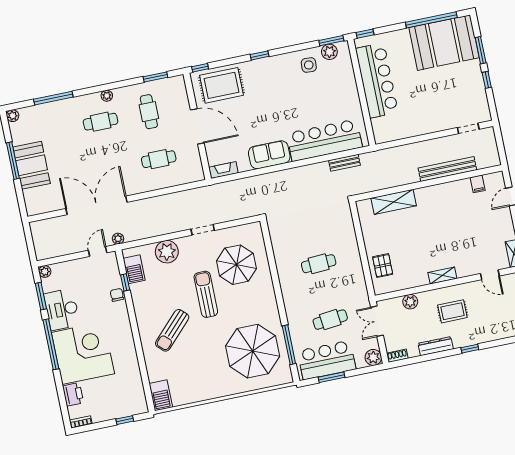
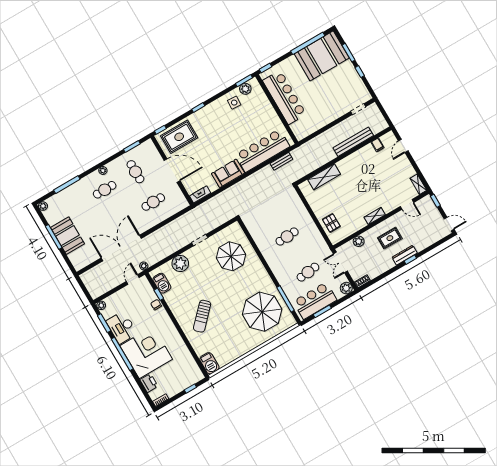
sun lounger: (206, 294) -> (217, 284), removed
dresser: (436, 346) -> (405, 255), moved

